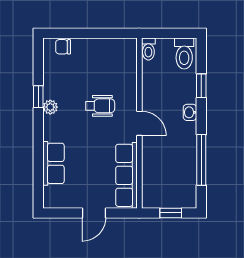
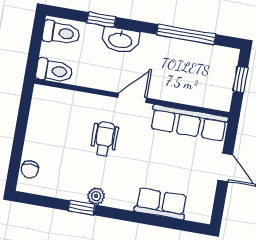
toilet: (148, 49) -> (55, 71), width x1.37, depth x1.39
washbasin: (190, 112) -> (120, 40), width x1.91, depth x1.45

